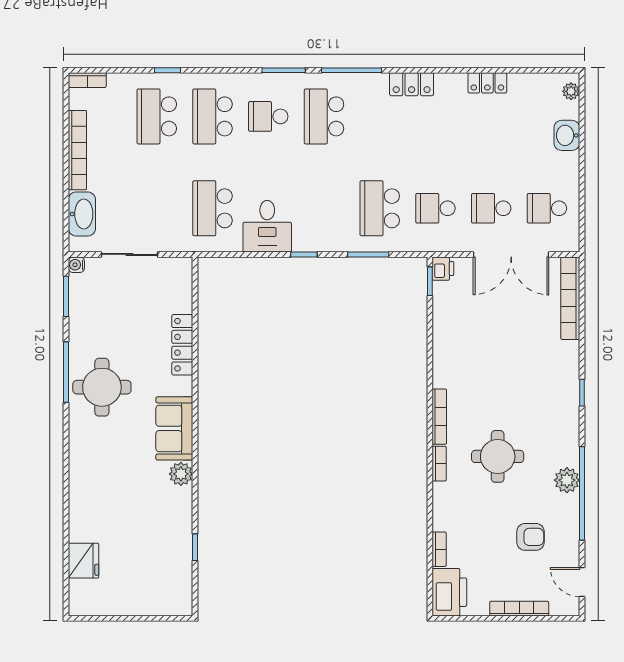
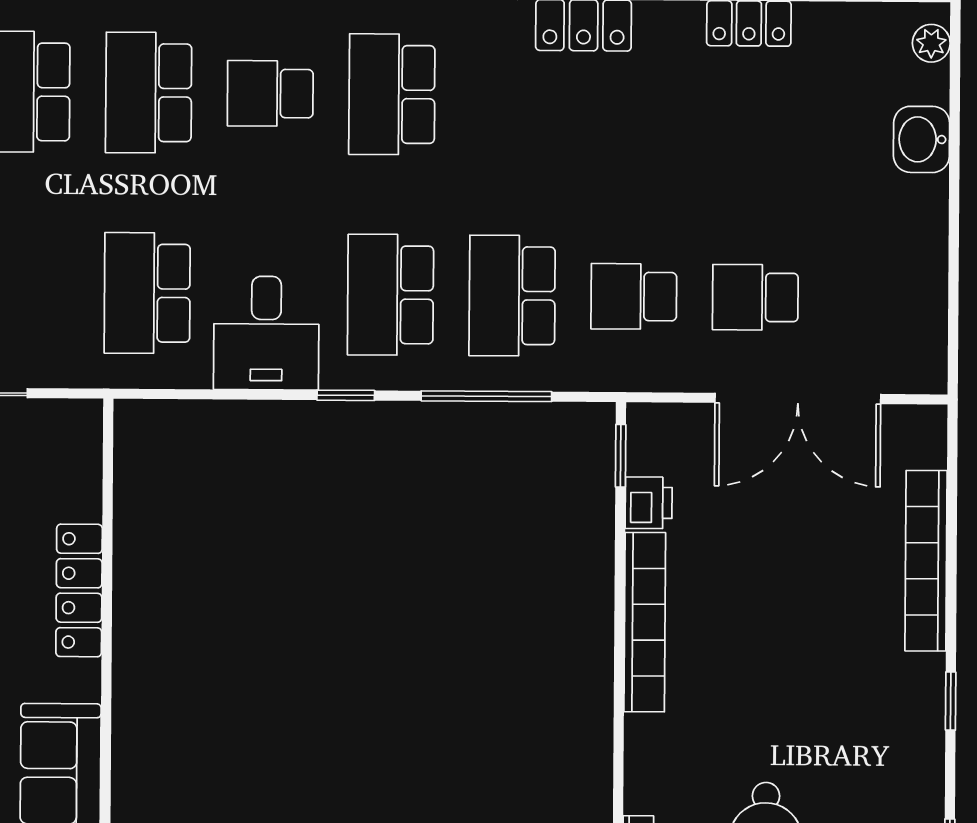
school desk: (547, 208) -> (390, 295), moved, width x1.85
window: (368, 254) -> (486, 396), width x1.44
printer: (443, 269) -> (649, 503), moved
bookcase: (570, 298) -> (926, 561), moved
bookcase: (439, 417) -> (645, 622), moved, width x1.48, depth x1.31

